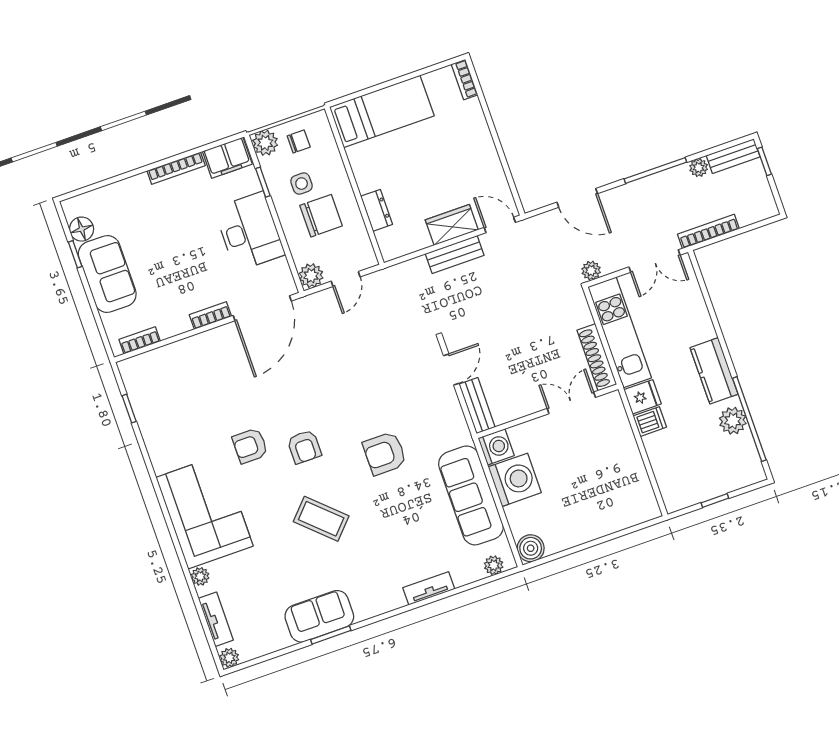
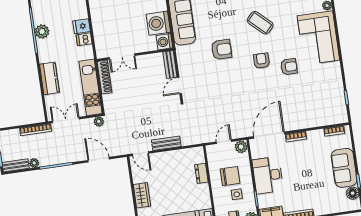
chair: (321, 216) -> (230, 176), turned 180
wardrobe: (452, 225) -> (142, 195), moved, turned -90
kitchen counter: (714, 371) -> (49, 78), moved
fridge: (643, 397) -> (82, 26), moved

